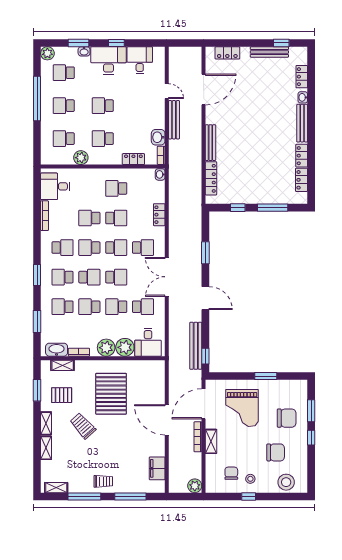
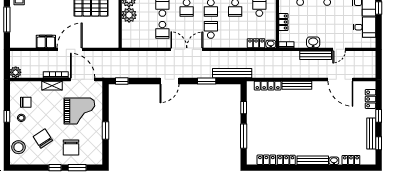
window: (248, 43) -> (379, 116), added
washbasin: (158, 137) -> (313, 42), moved
locker: (159, 215) -> (256, 43), moved
school desk: (143, 248) -> (211, 30), turned 180
desk: (148, 342) -> (133, 34), removed
bench: (196, 346) -> (232, 73), moved
grand piano: (242, 408) -> (79, 111), turned 180
chair: (276, 452) -> (43, 139), turned 147
filing cabinet: (157, 468) -> (46, 41), moved

